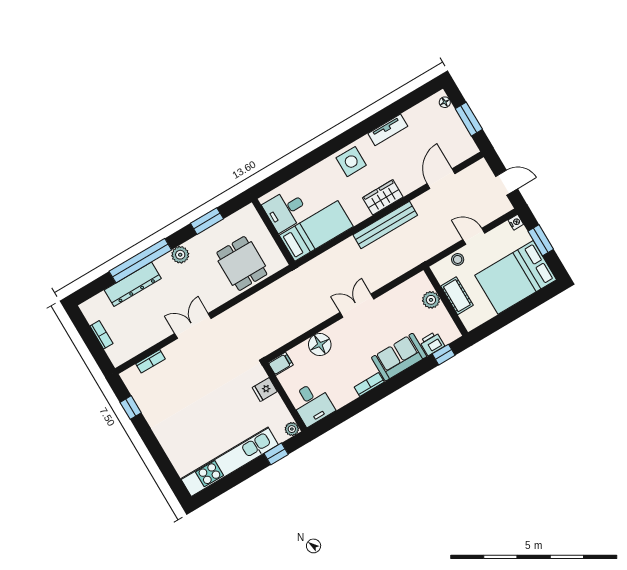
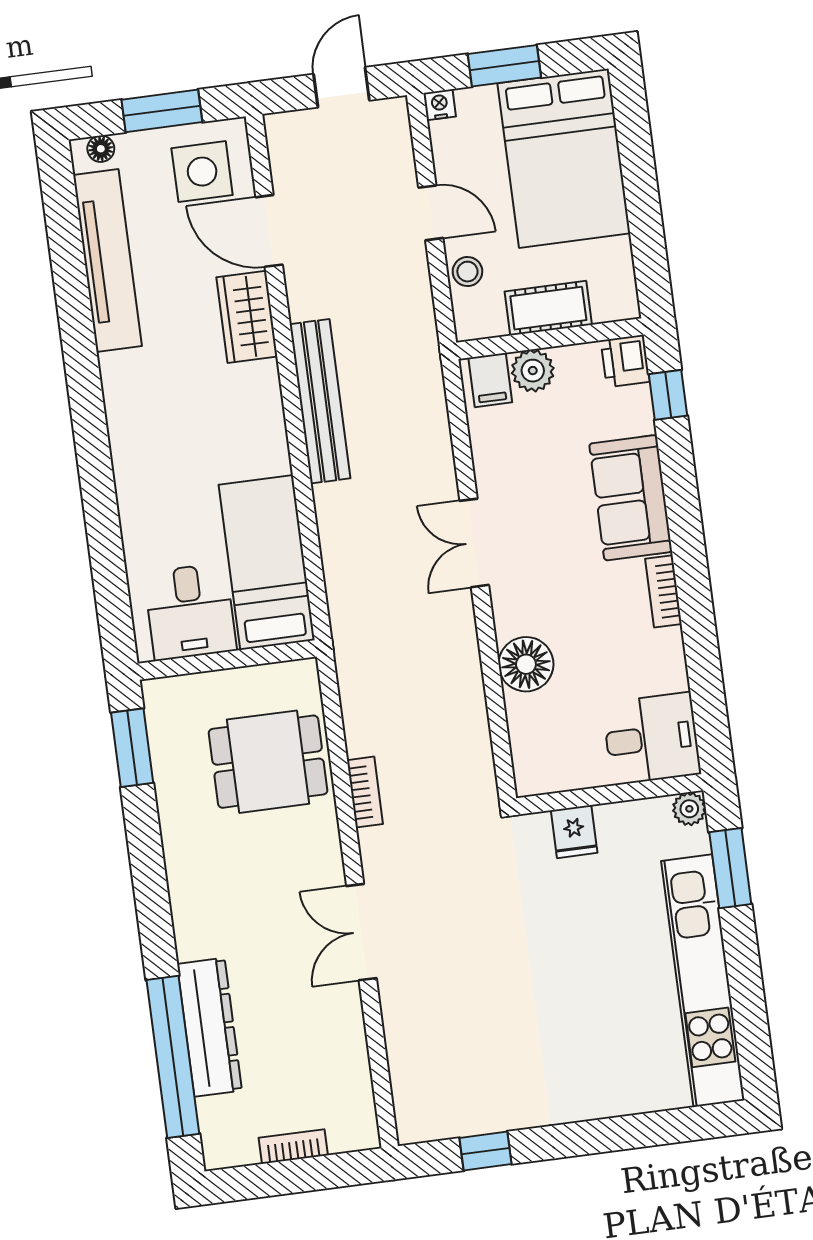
tv unit: (388, 130) -> (107, 260), width x1.92, depth x1.29
side table: (351, 162) -> (202, 172), moved
wardrobe: (383, 197) -> (247, 317), moved
window: (207, 221) -> (132, 748), moved
door: (474, 236) -> (431, 213), swing flipped
plant: (180, 255) -> (189, 892), removed
window: (140, 261) -> (173, 1057), moved
printer: (432, 343) -> (625, 361), moved
bookcase: (151, 361) -> (365, 792), moved
filing cabinet: (281, 364) -> (490, 380), moved, turned 180
window: (276, 454) -> (730, 868), width x1.50

